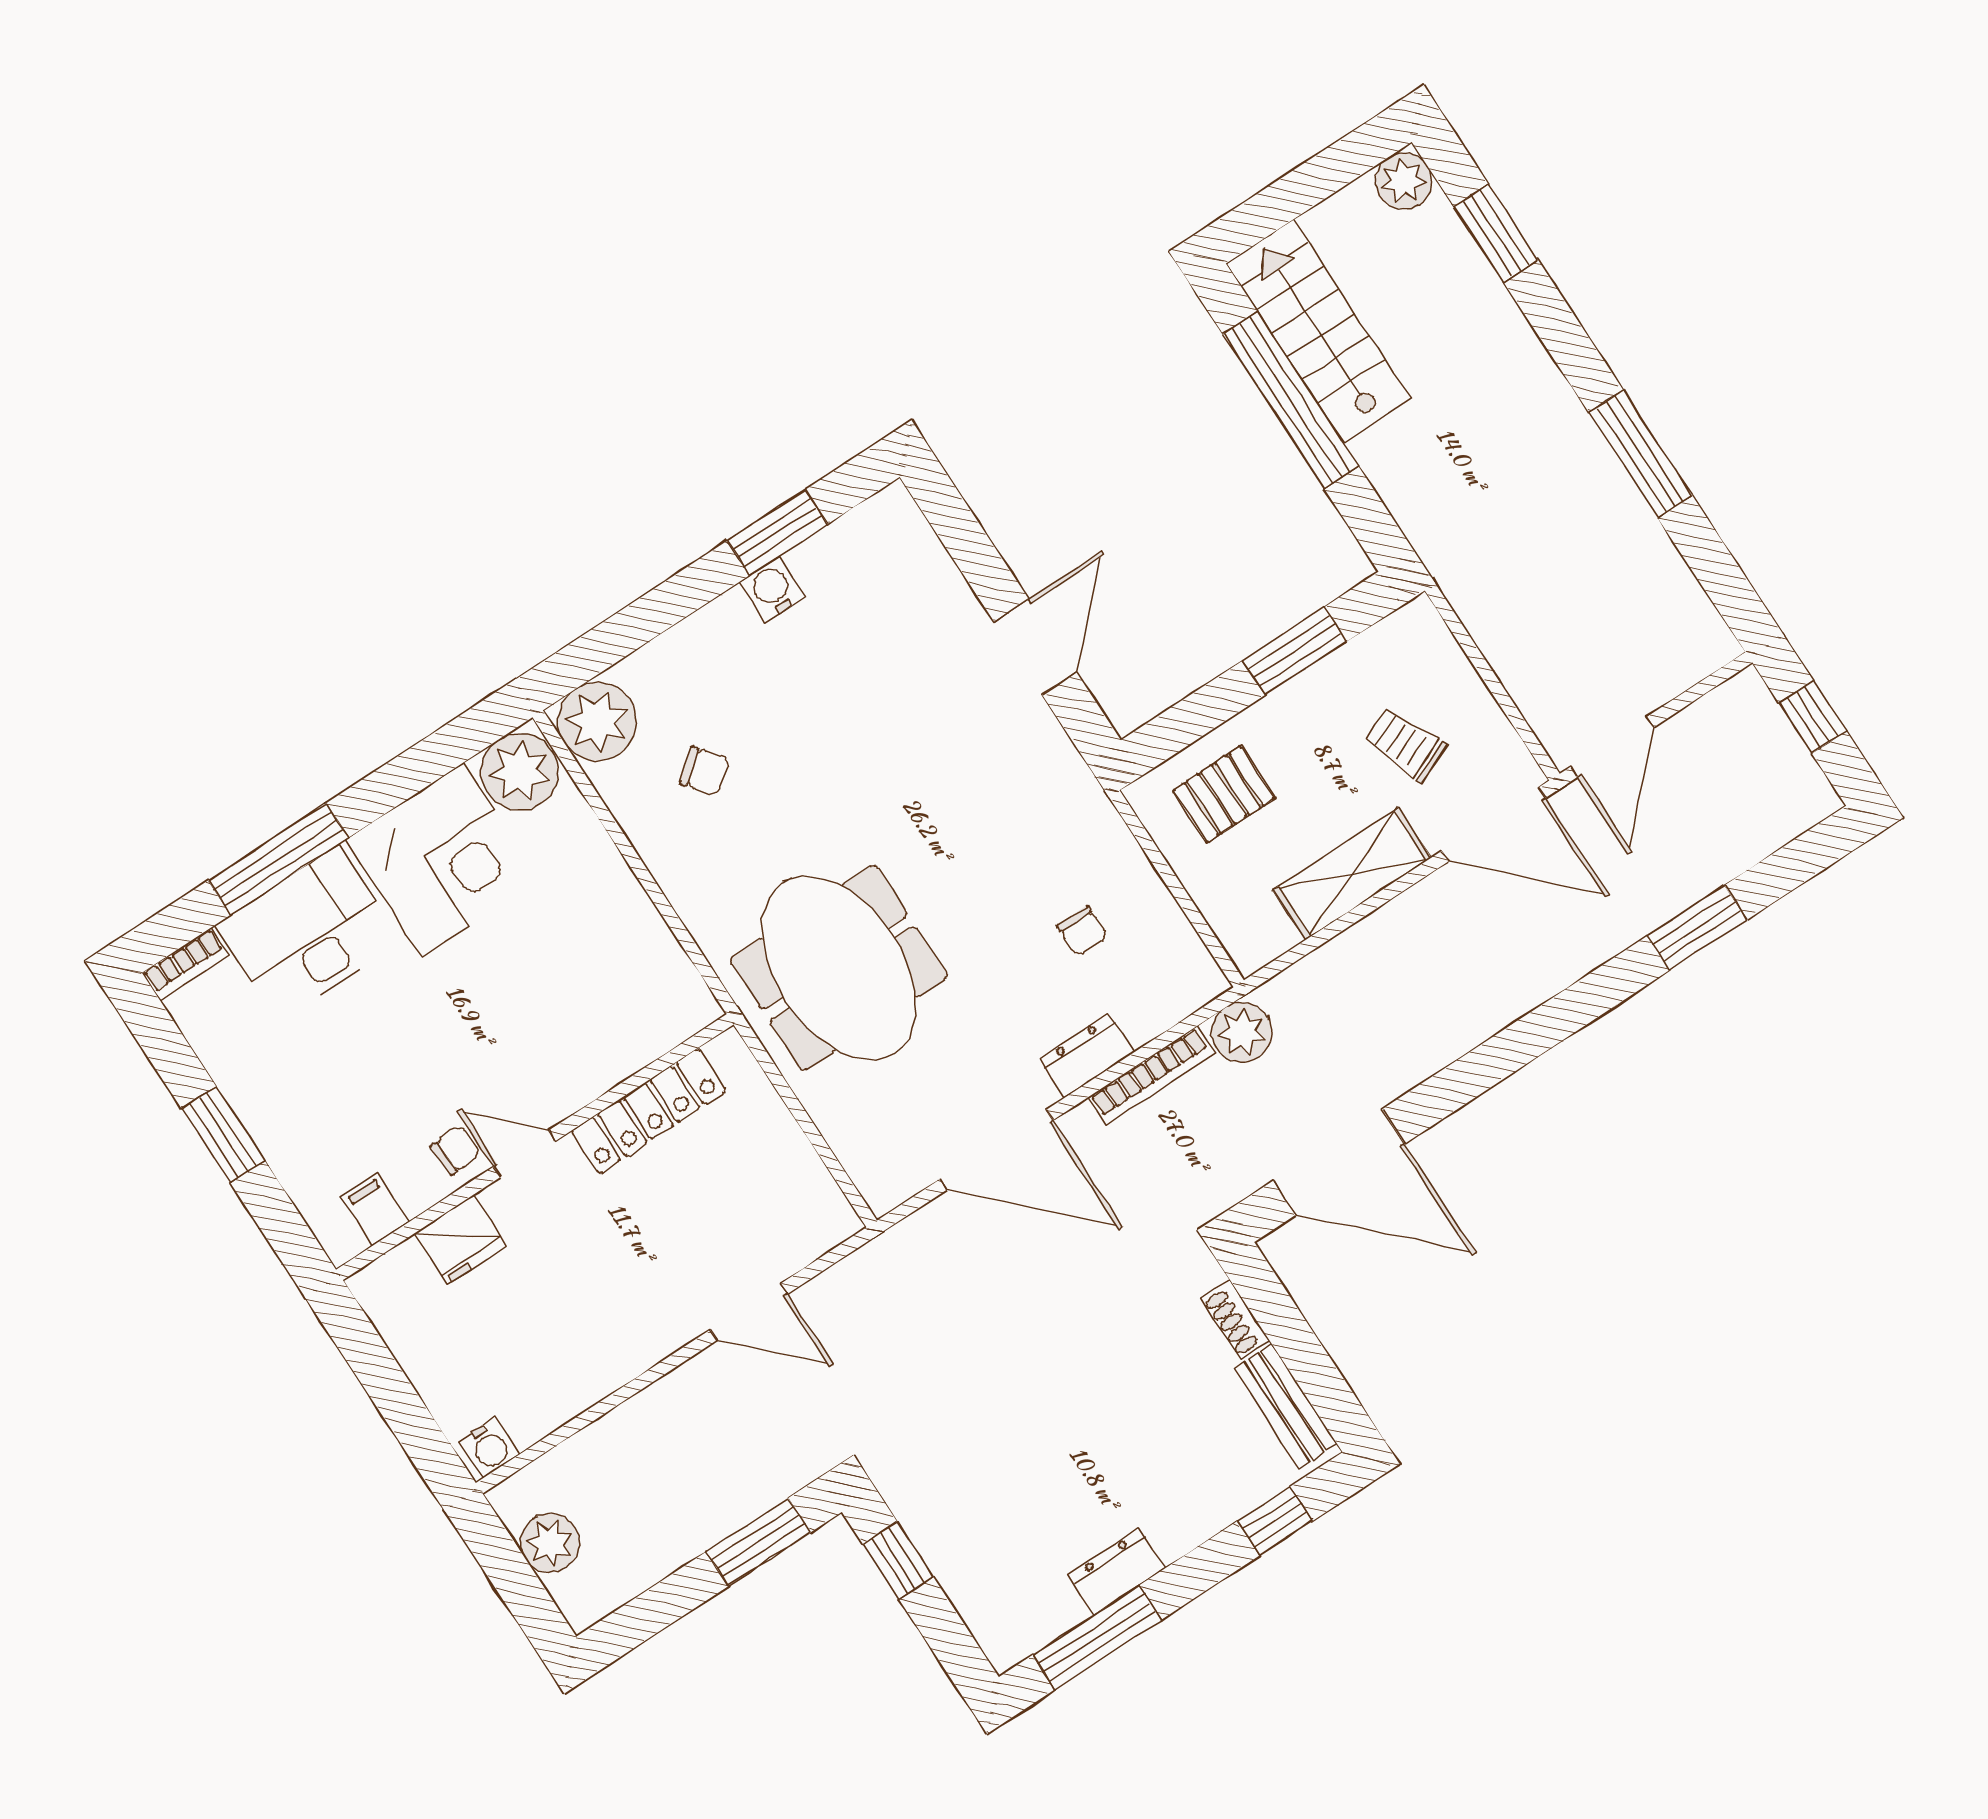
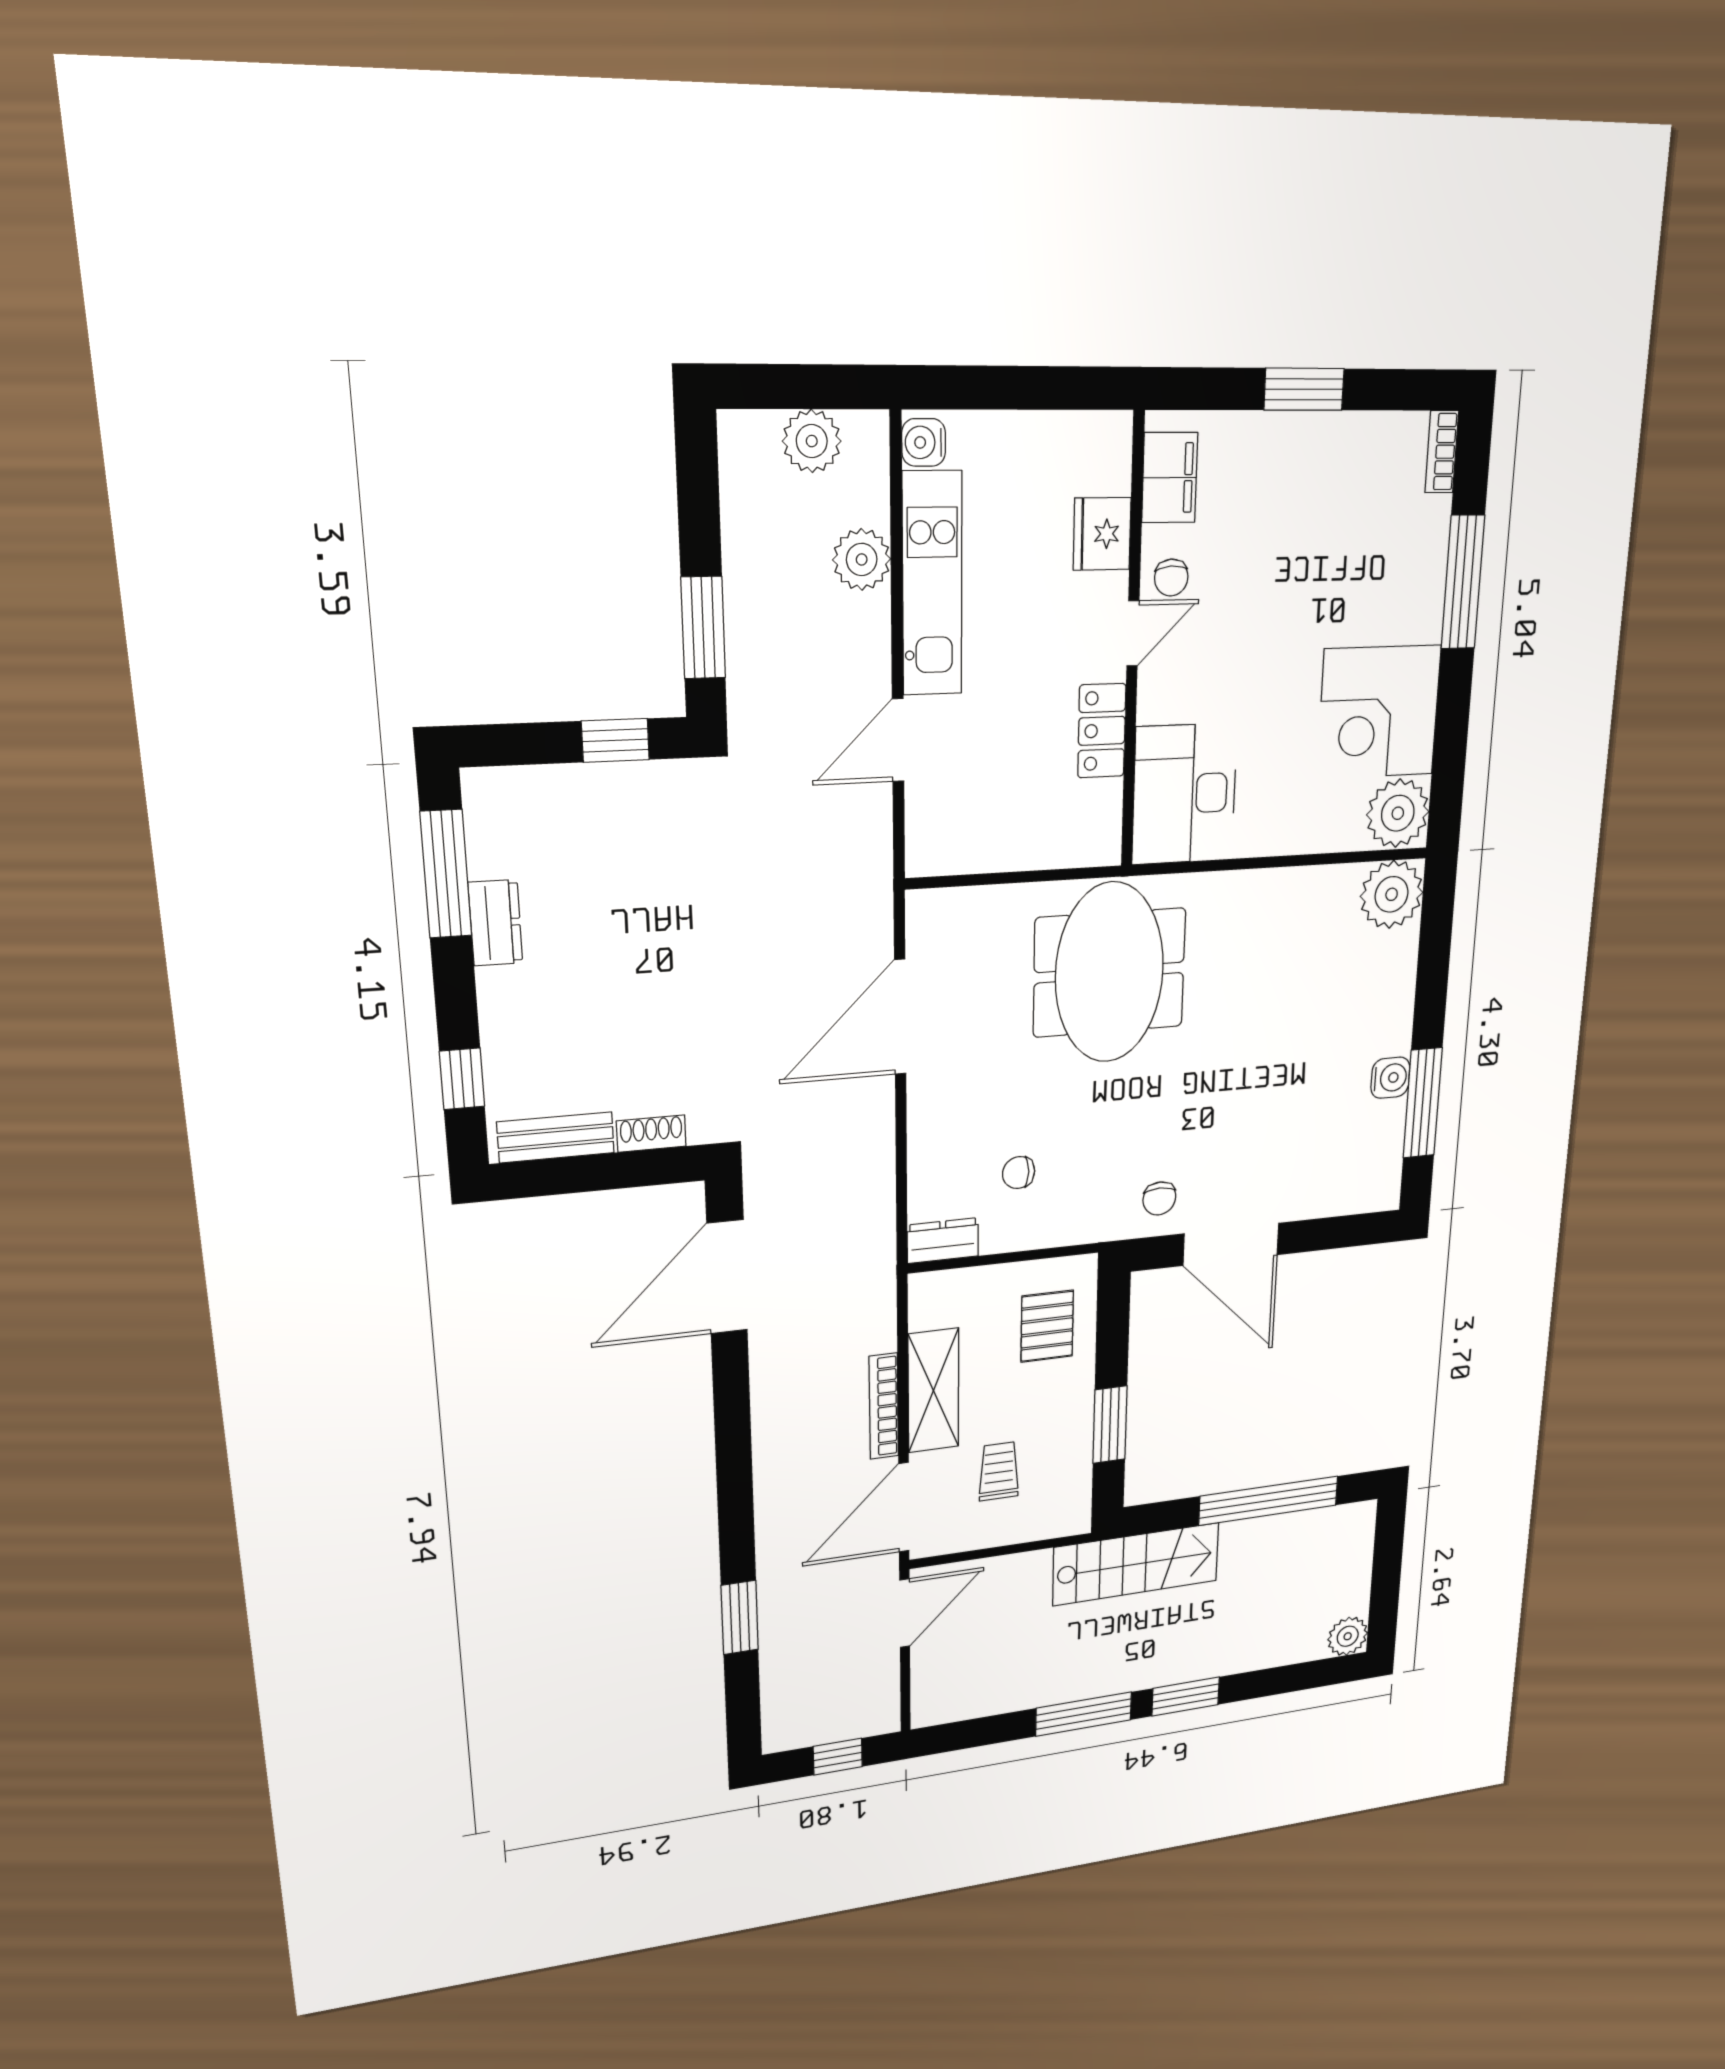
window: (1496, 233) -> (1186, 1696), moved
stairs: (1318, 331) -> (1136, 1564), moved
window: (777, 532) -> (1423, 1103), width x1.44
door: (1035, 647) -> (1231, 1244), width x1.36
trolley: (1405, 744) -> (999, 1471), turned -67
door: (1612, 747) -> (905, 1613), swing flipped
chair: (704, 771) -> (1159, 1198), moved, turned -51
desk: (309, 933) -> (1184, 794), moved, turned 180
meeting table: (839, 968) -> (1110, 973), turned 90
plant: (1242, 1032) -> (862, 559), moved
dresser: (1086, 1056) -> (943, 1241), moved, turned -90
bookcase: (1151, 1076) -> (884, 1406), moved
locker: (648, 1111) -> (1102, 731), width x0.66
filing cabinet: (375, 1209) -> (1170, 478), width x2.00
kitchen unit: (598, 1366) -> (932, 584), added

